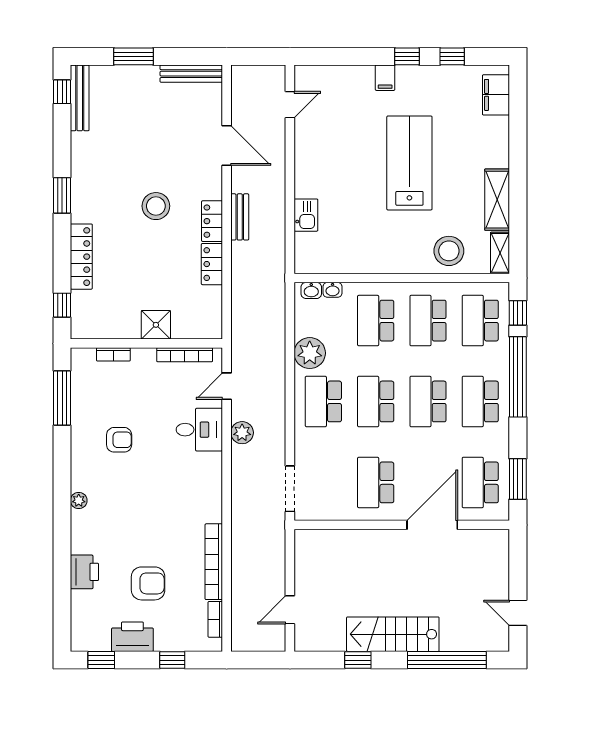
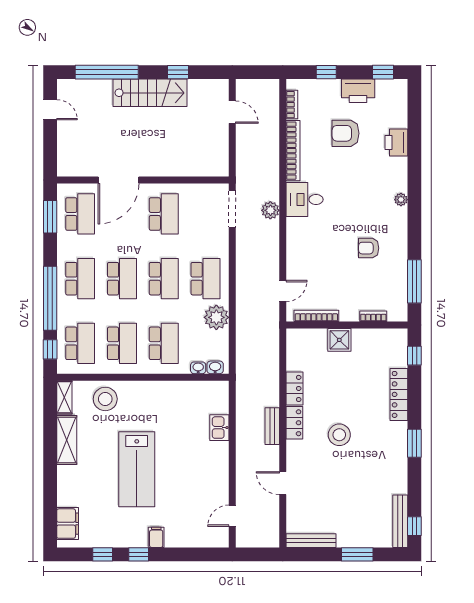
door: (227, 145) -> (283, 483), width x0.73
desk: (199, 430) -> (305, 199), moved
plant: (242, 433) -> (270, 210), moved
door: (290, 610) -> (232, 112), hinge flipped

